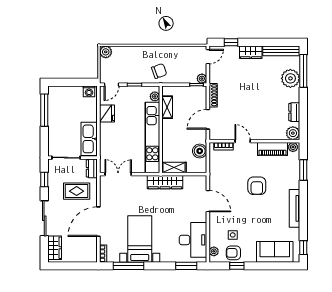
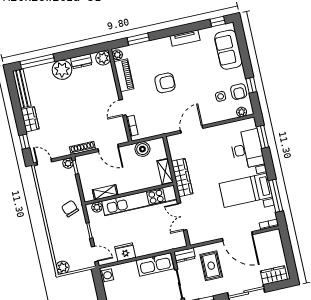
plant: (290, 78) -> (62, 70), moved
double door: (118, 174) -> (182, 217), moved
tv unit: (295, 208) -> (185, 38), width x0.71
desk: (193, 240) -> (247, 149), moved, turned 90

